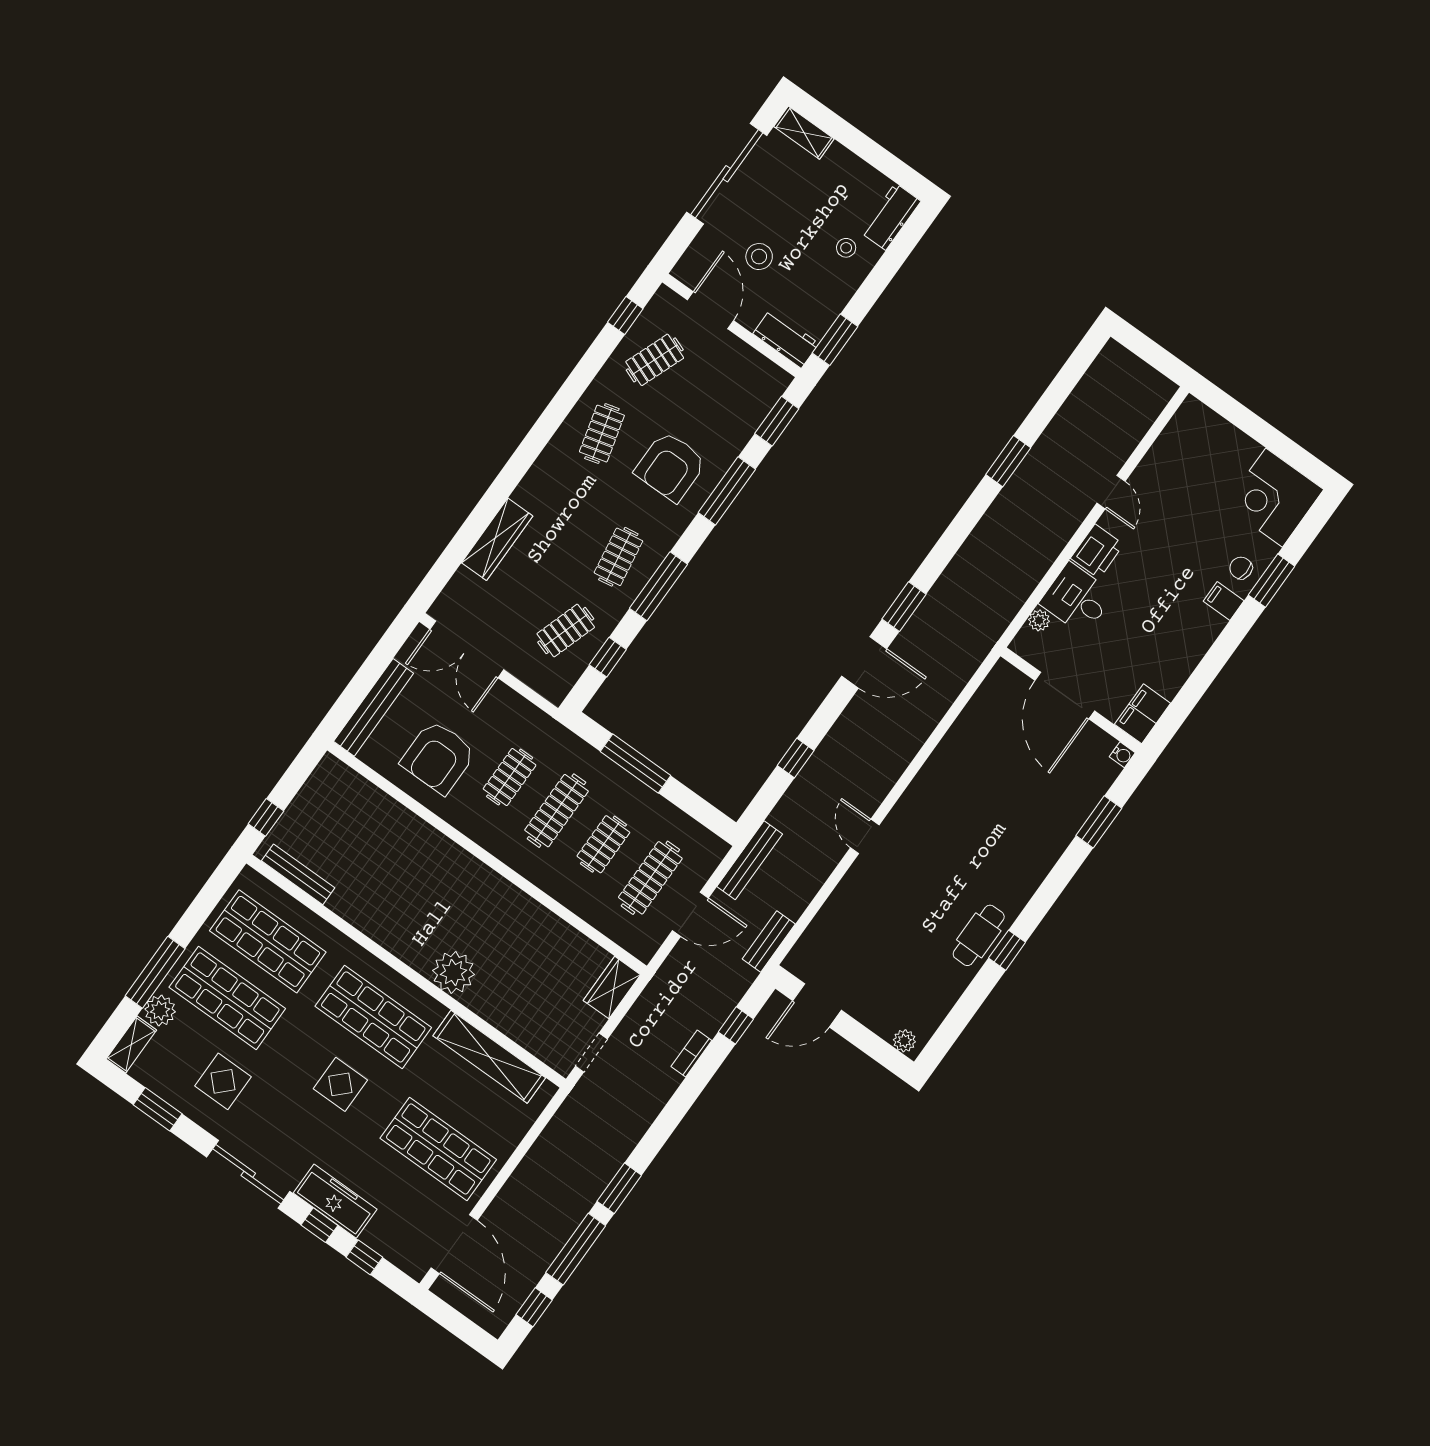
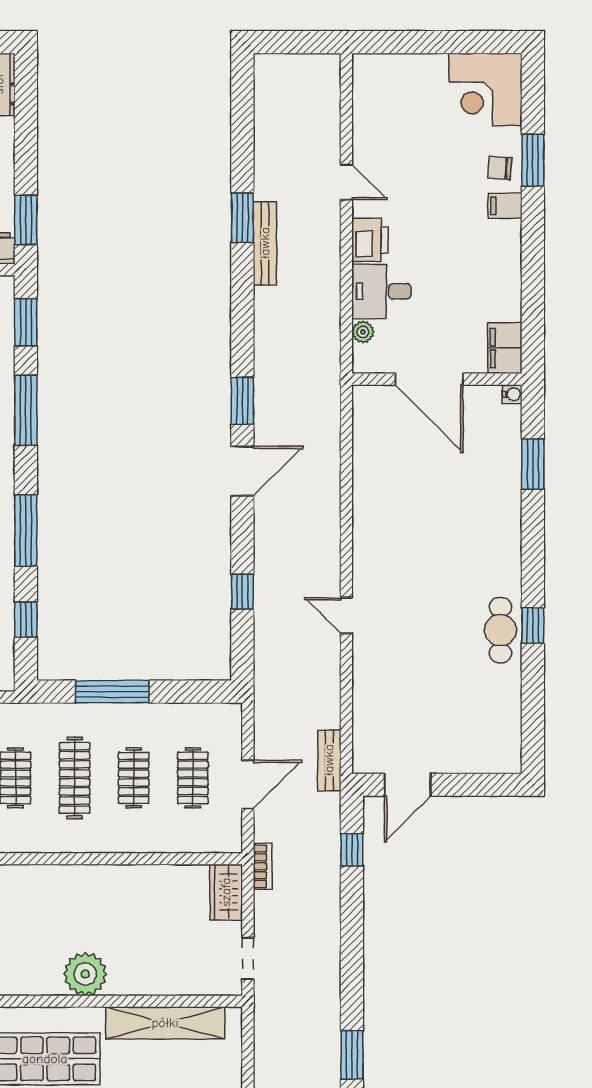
bench: (750, 860) -> (265, 243), moved
clothes rail: (650, 878) -> (193, 778), width x0.73
plant: (904, 1041) -> (501, 762), removed
bookcase: (691, 1054) -> (263, 866), moved, turned 180

